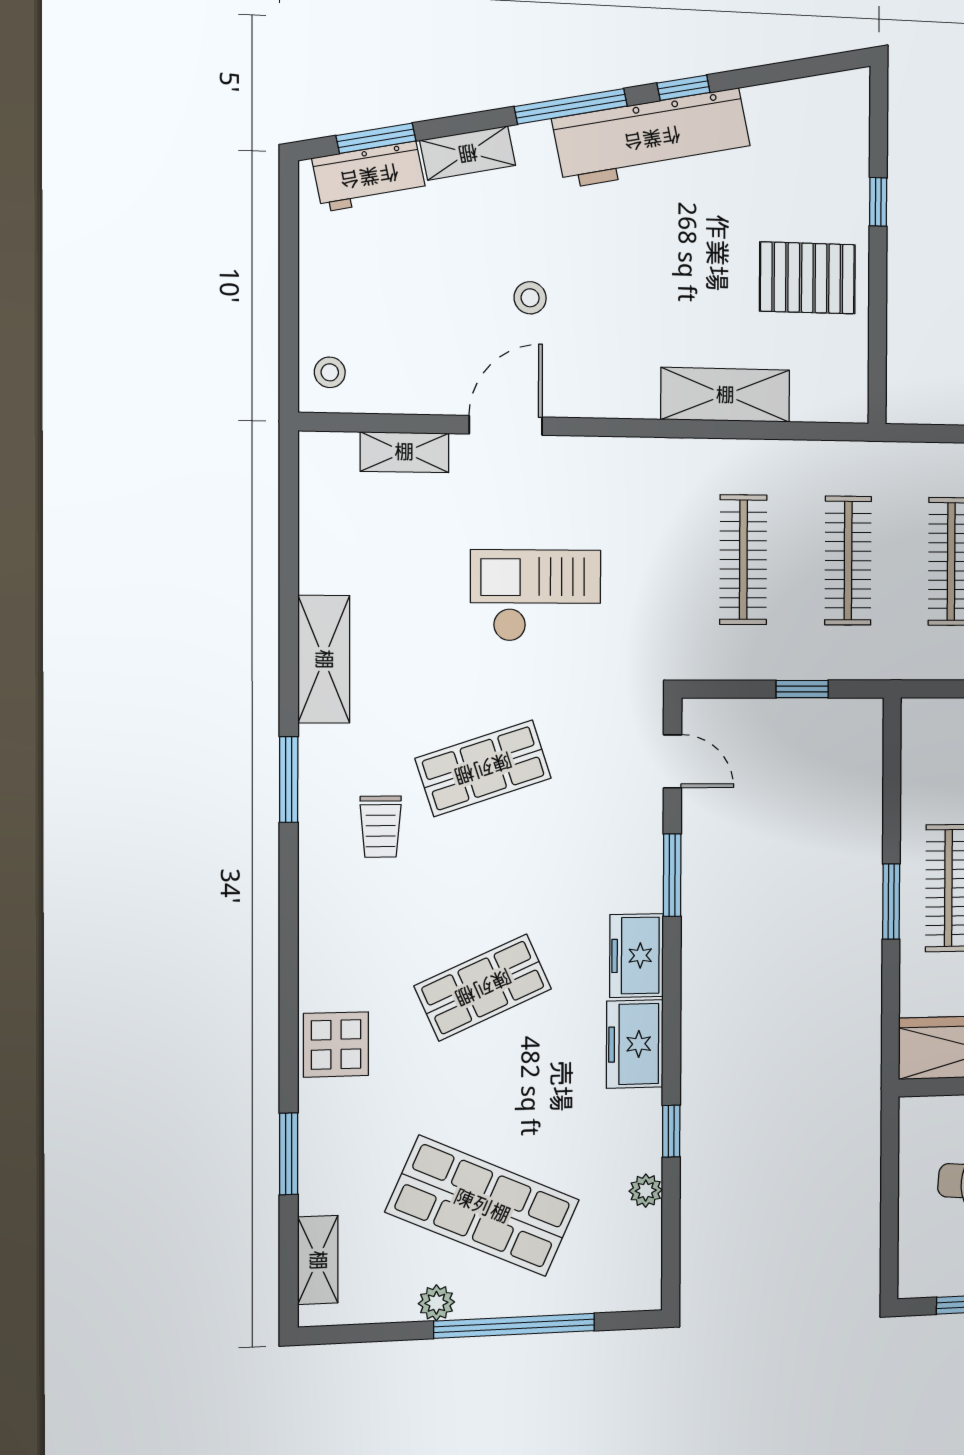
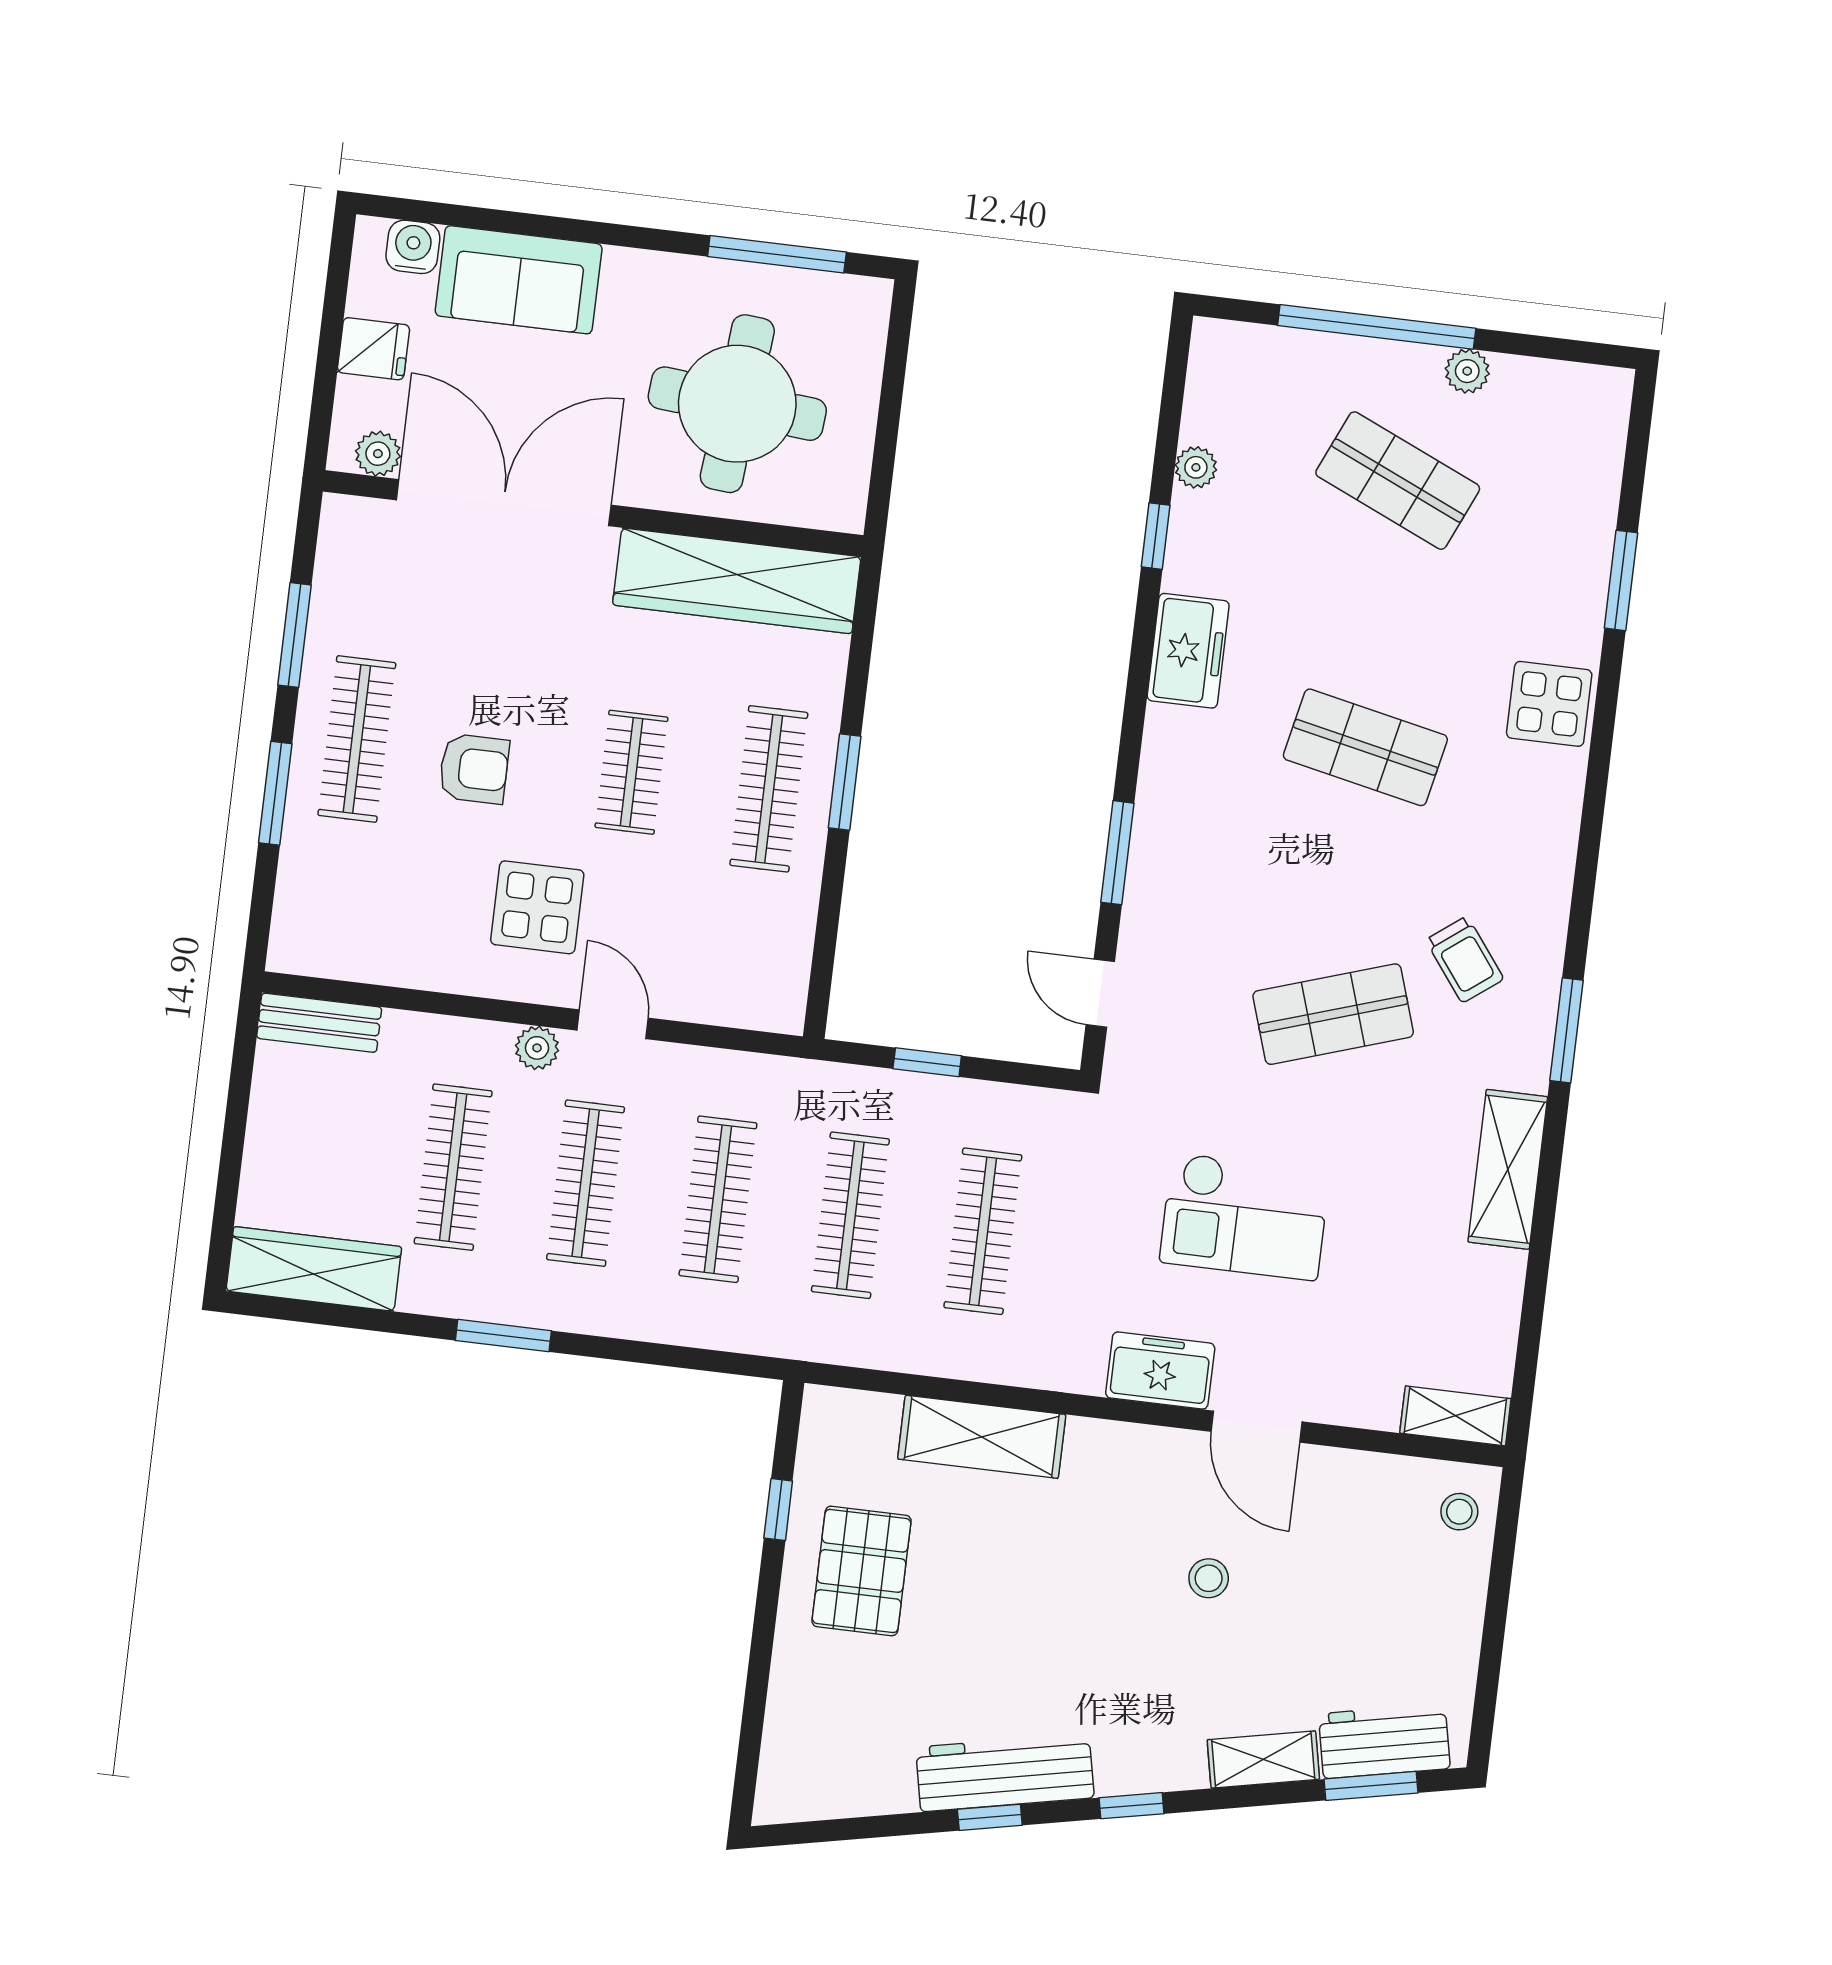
window: (571, 106) -> (1131, 1806), width x0.46
workbench: (652, 138) -> (1005, 1772), width x0.73, depth x0.76
window: (878, 202) -> (778, 1510), moved
pallet: (807, 278) -> (862, 1571), turned 90
door: (506, 425) -> (1257, 1427), hinge flipped
shelving: (404, 452) -> (1455, 1416), moved
trolley: (381, 827) -> (1465, 960), turned 143
freezer: (637, 956) -> (1160, 1371), moved, turned -90
shop shelf: (483, 987) -> (1365, 747), turned 36
shop shelf: (482, 1206) -> (1398, 481), width x0.70, depth x0.74
shelving: (318, 1260) -> (1602, 447), removed

